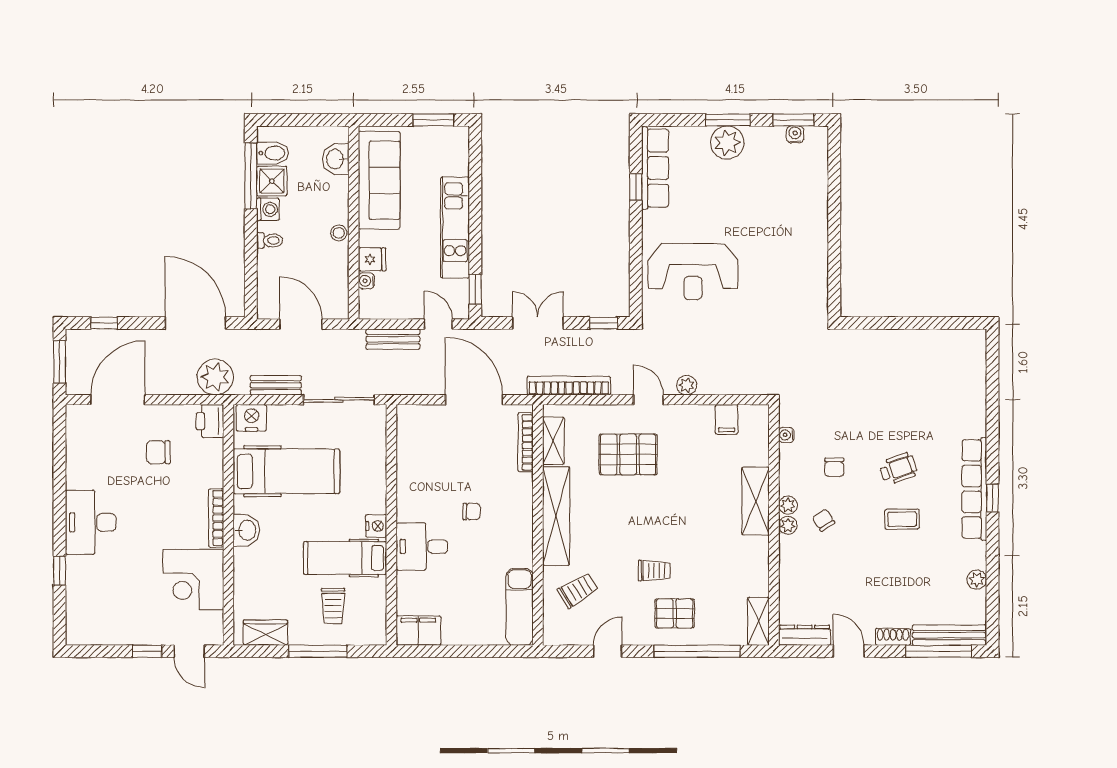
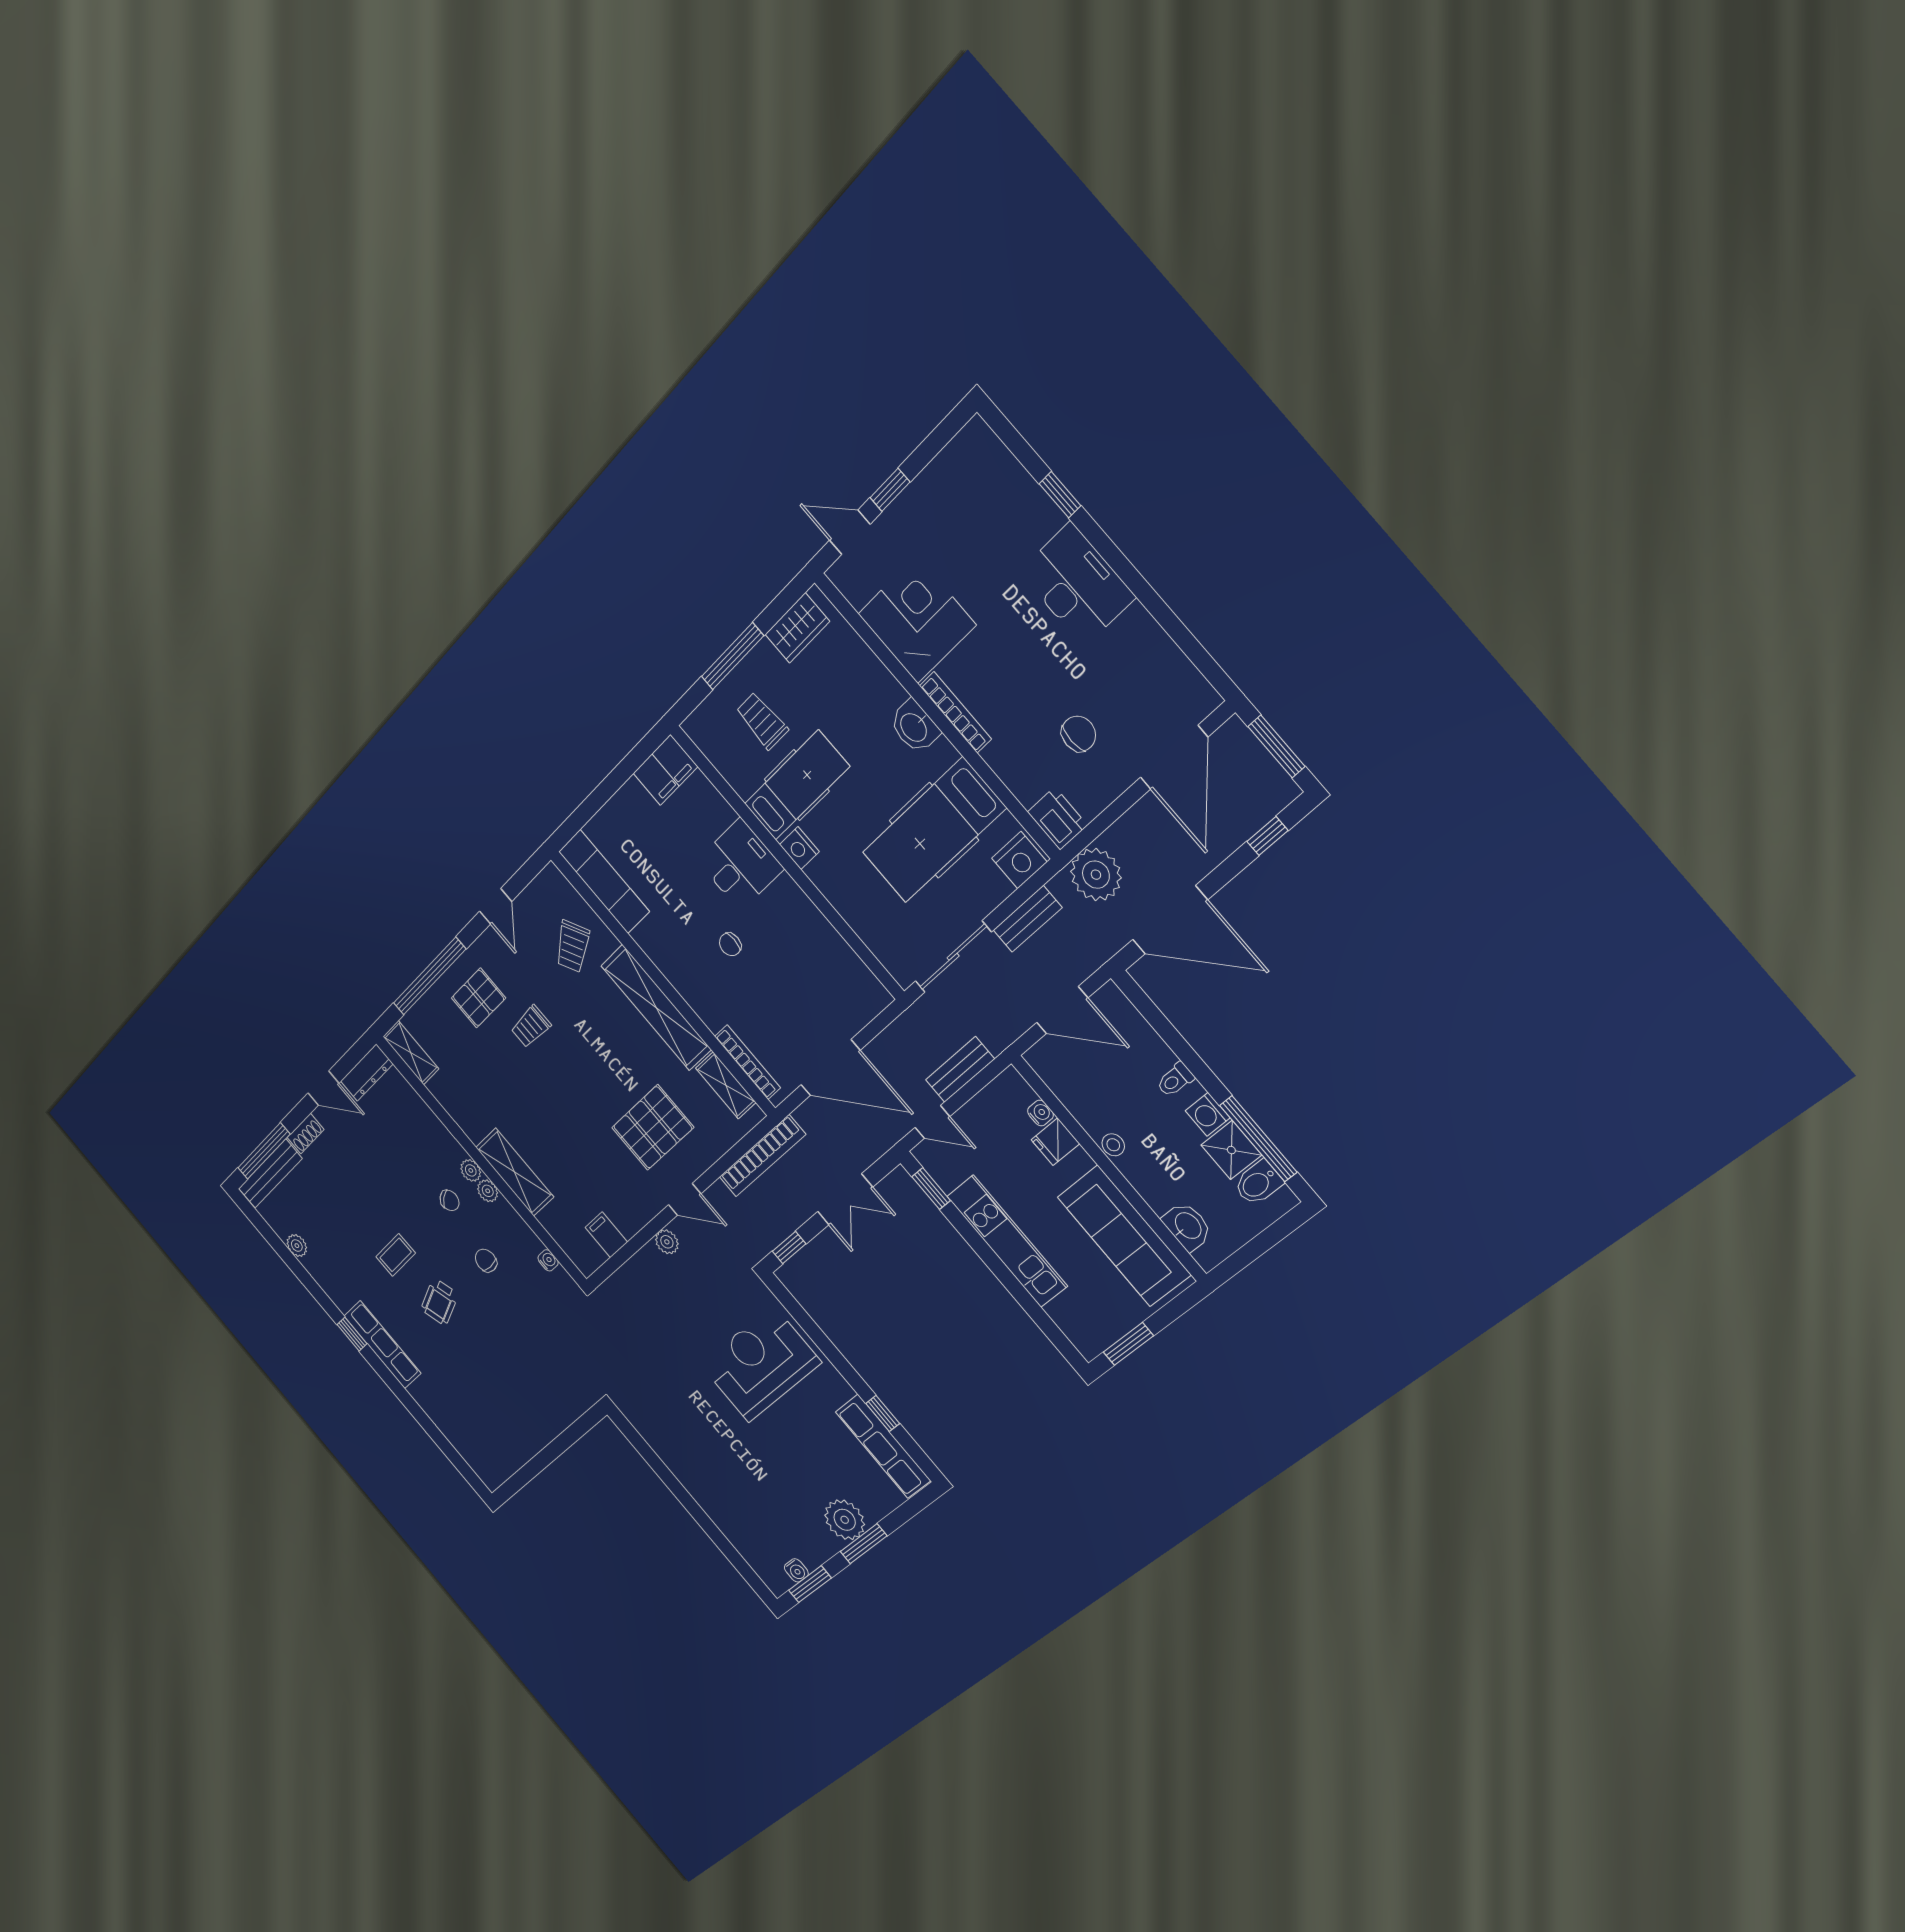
row of seats: (974, 489) -> (382, 1345), width x0.73

